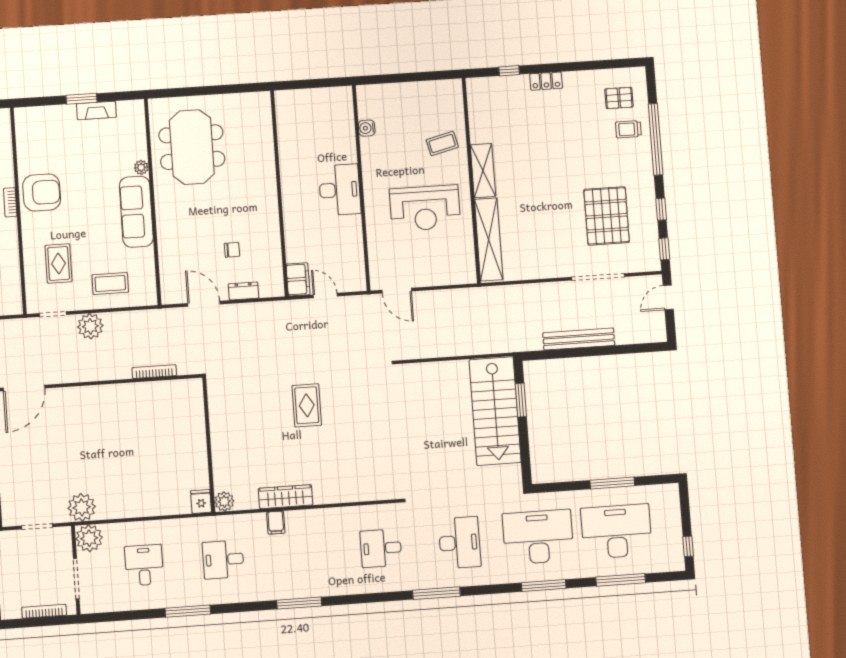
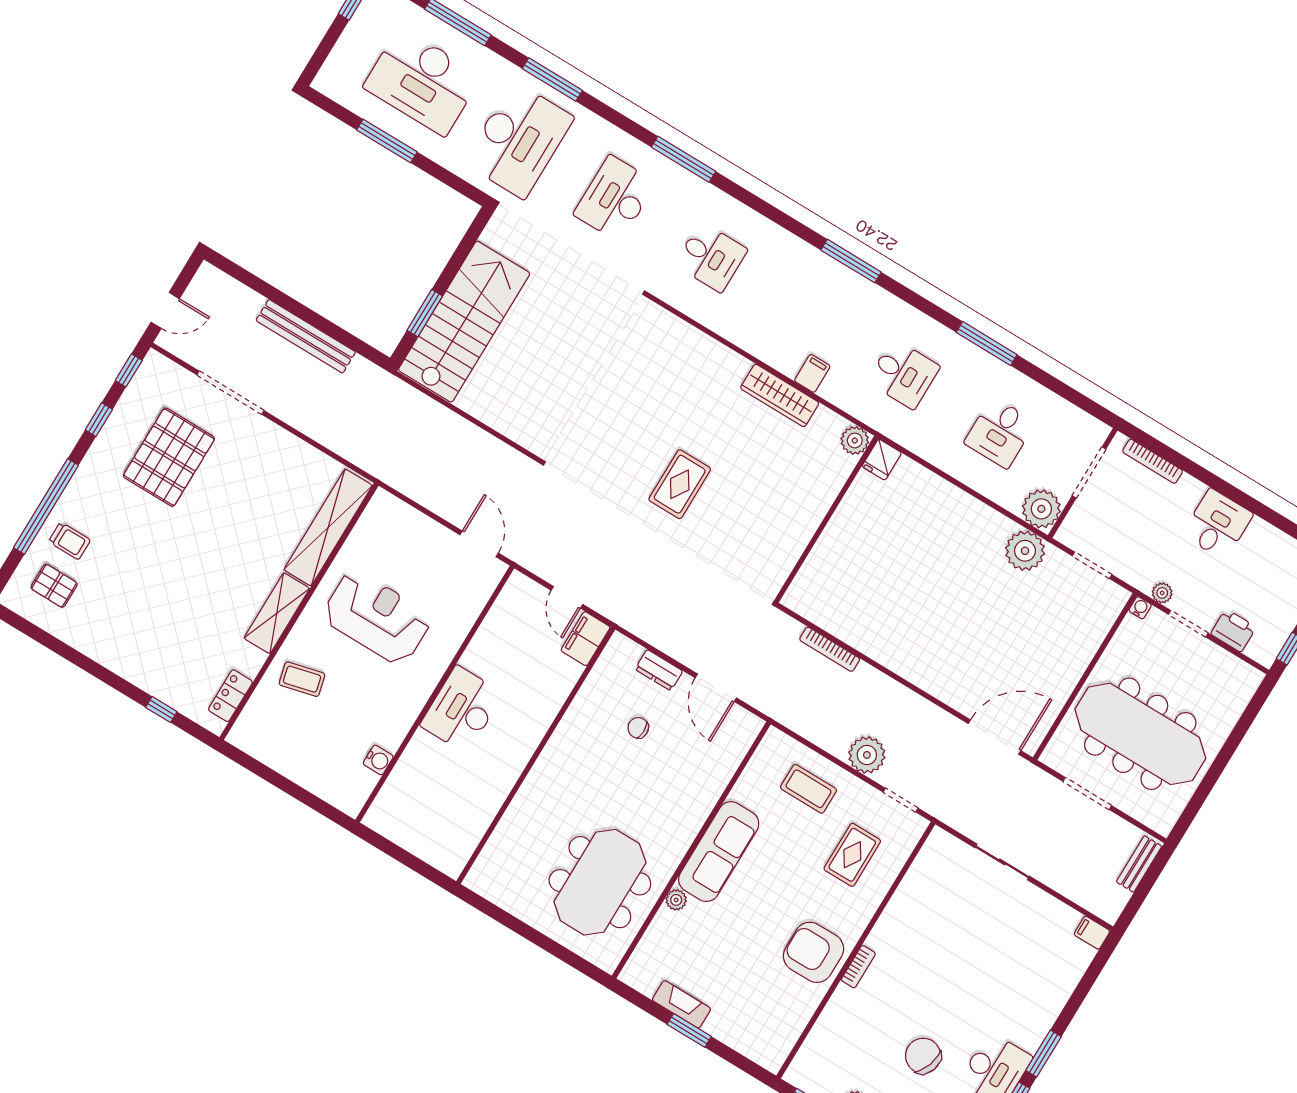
locker: (546, 81) -> (230, 696), moved, turned -90
desk: (538, 537) -> (519, 140), turned -90

